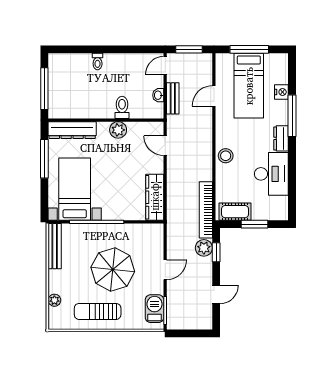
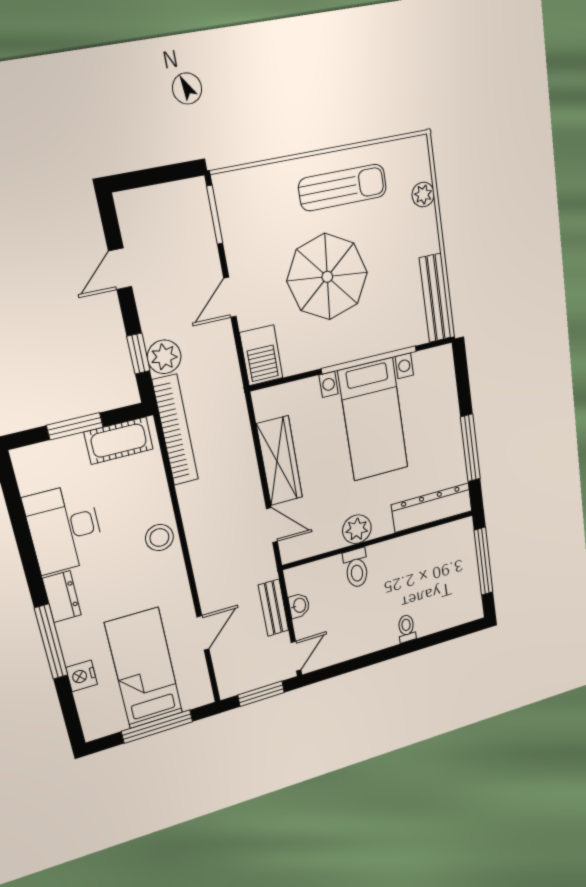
bed with nightstands: (75, 189) -> (373, 420), moved
wardrobe: (155, 197) -> (280, 461), moved
barbecue: (155, 309) -> (261, 355), moved

